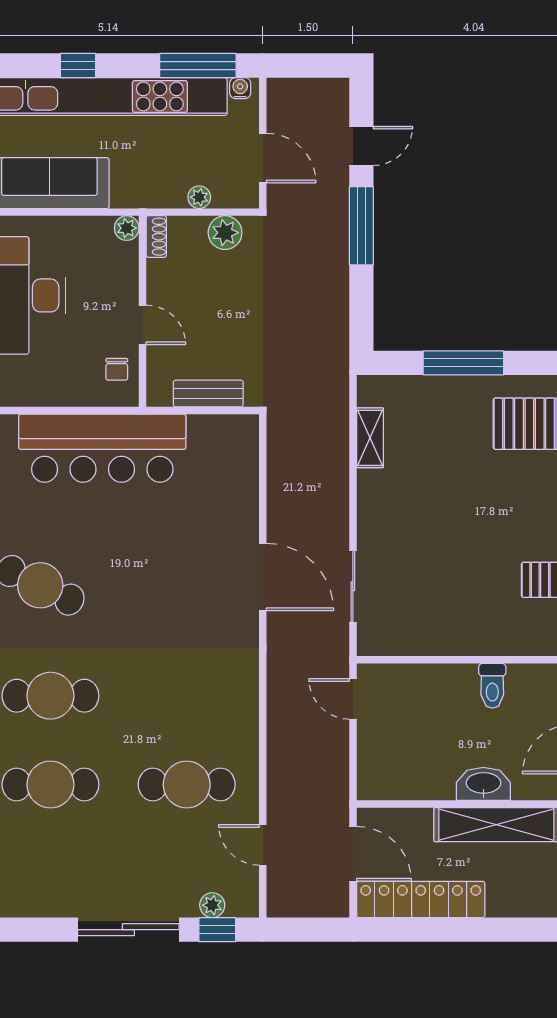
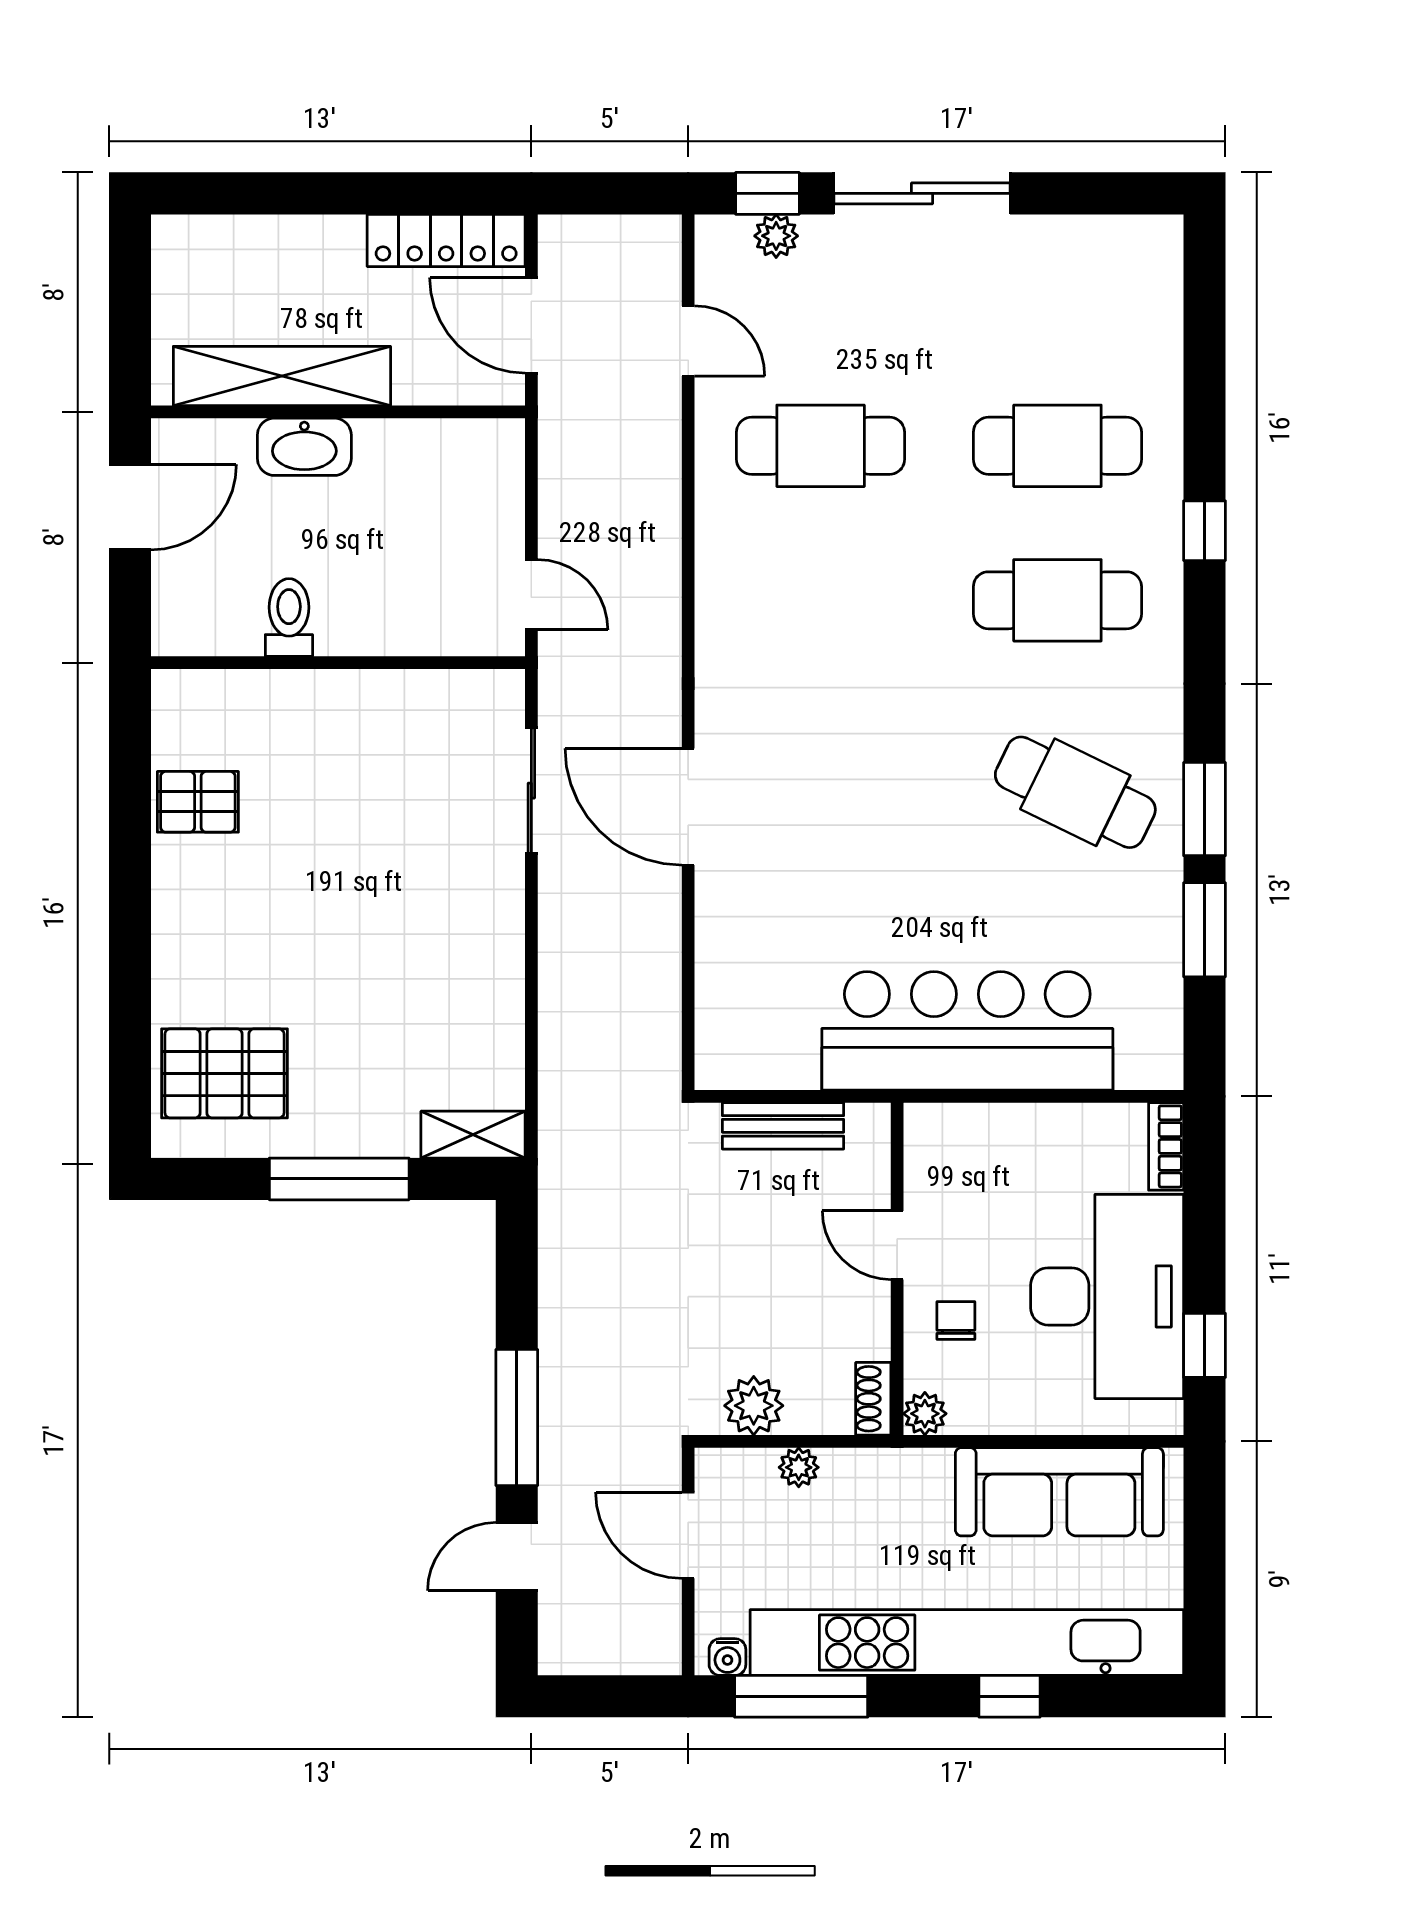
chair: (117, 369) -> (956, 1320), moved
shelving: (370, 438) -> (473, 1135), moved, turned 90
locker: (421, 899) -> (446, 240), width x0.71, depth x0.83

